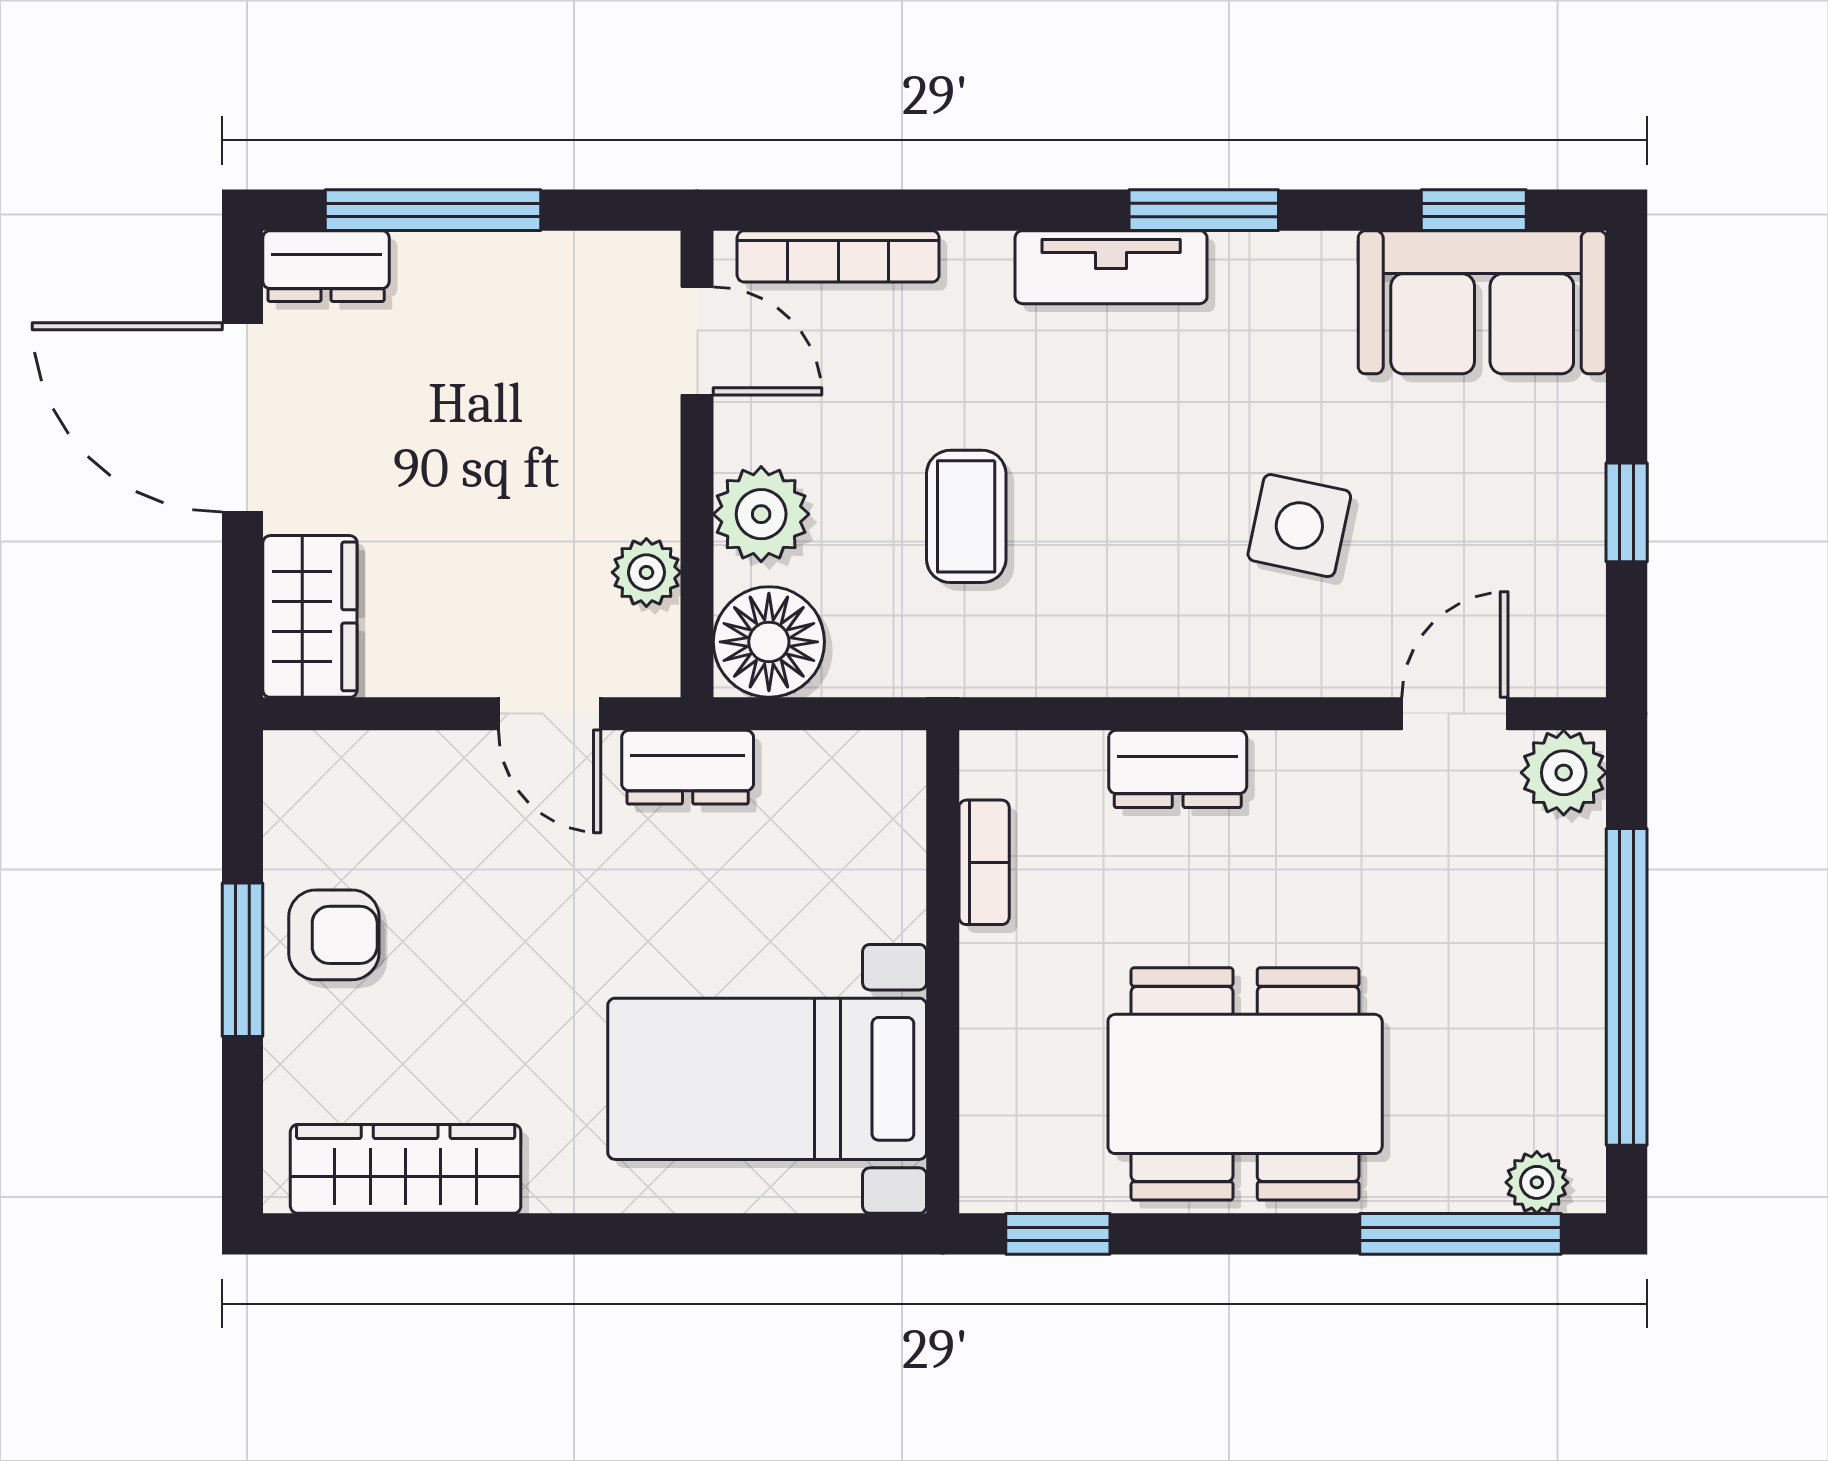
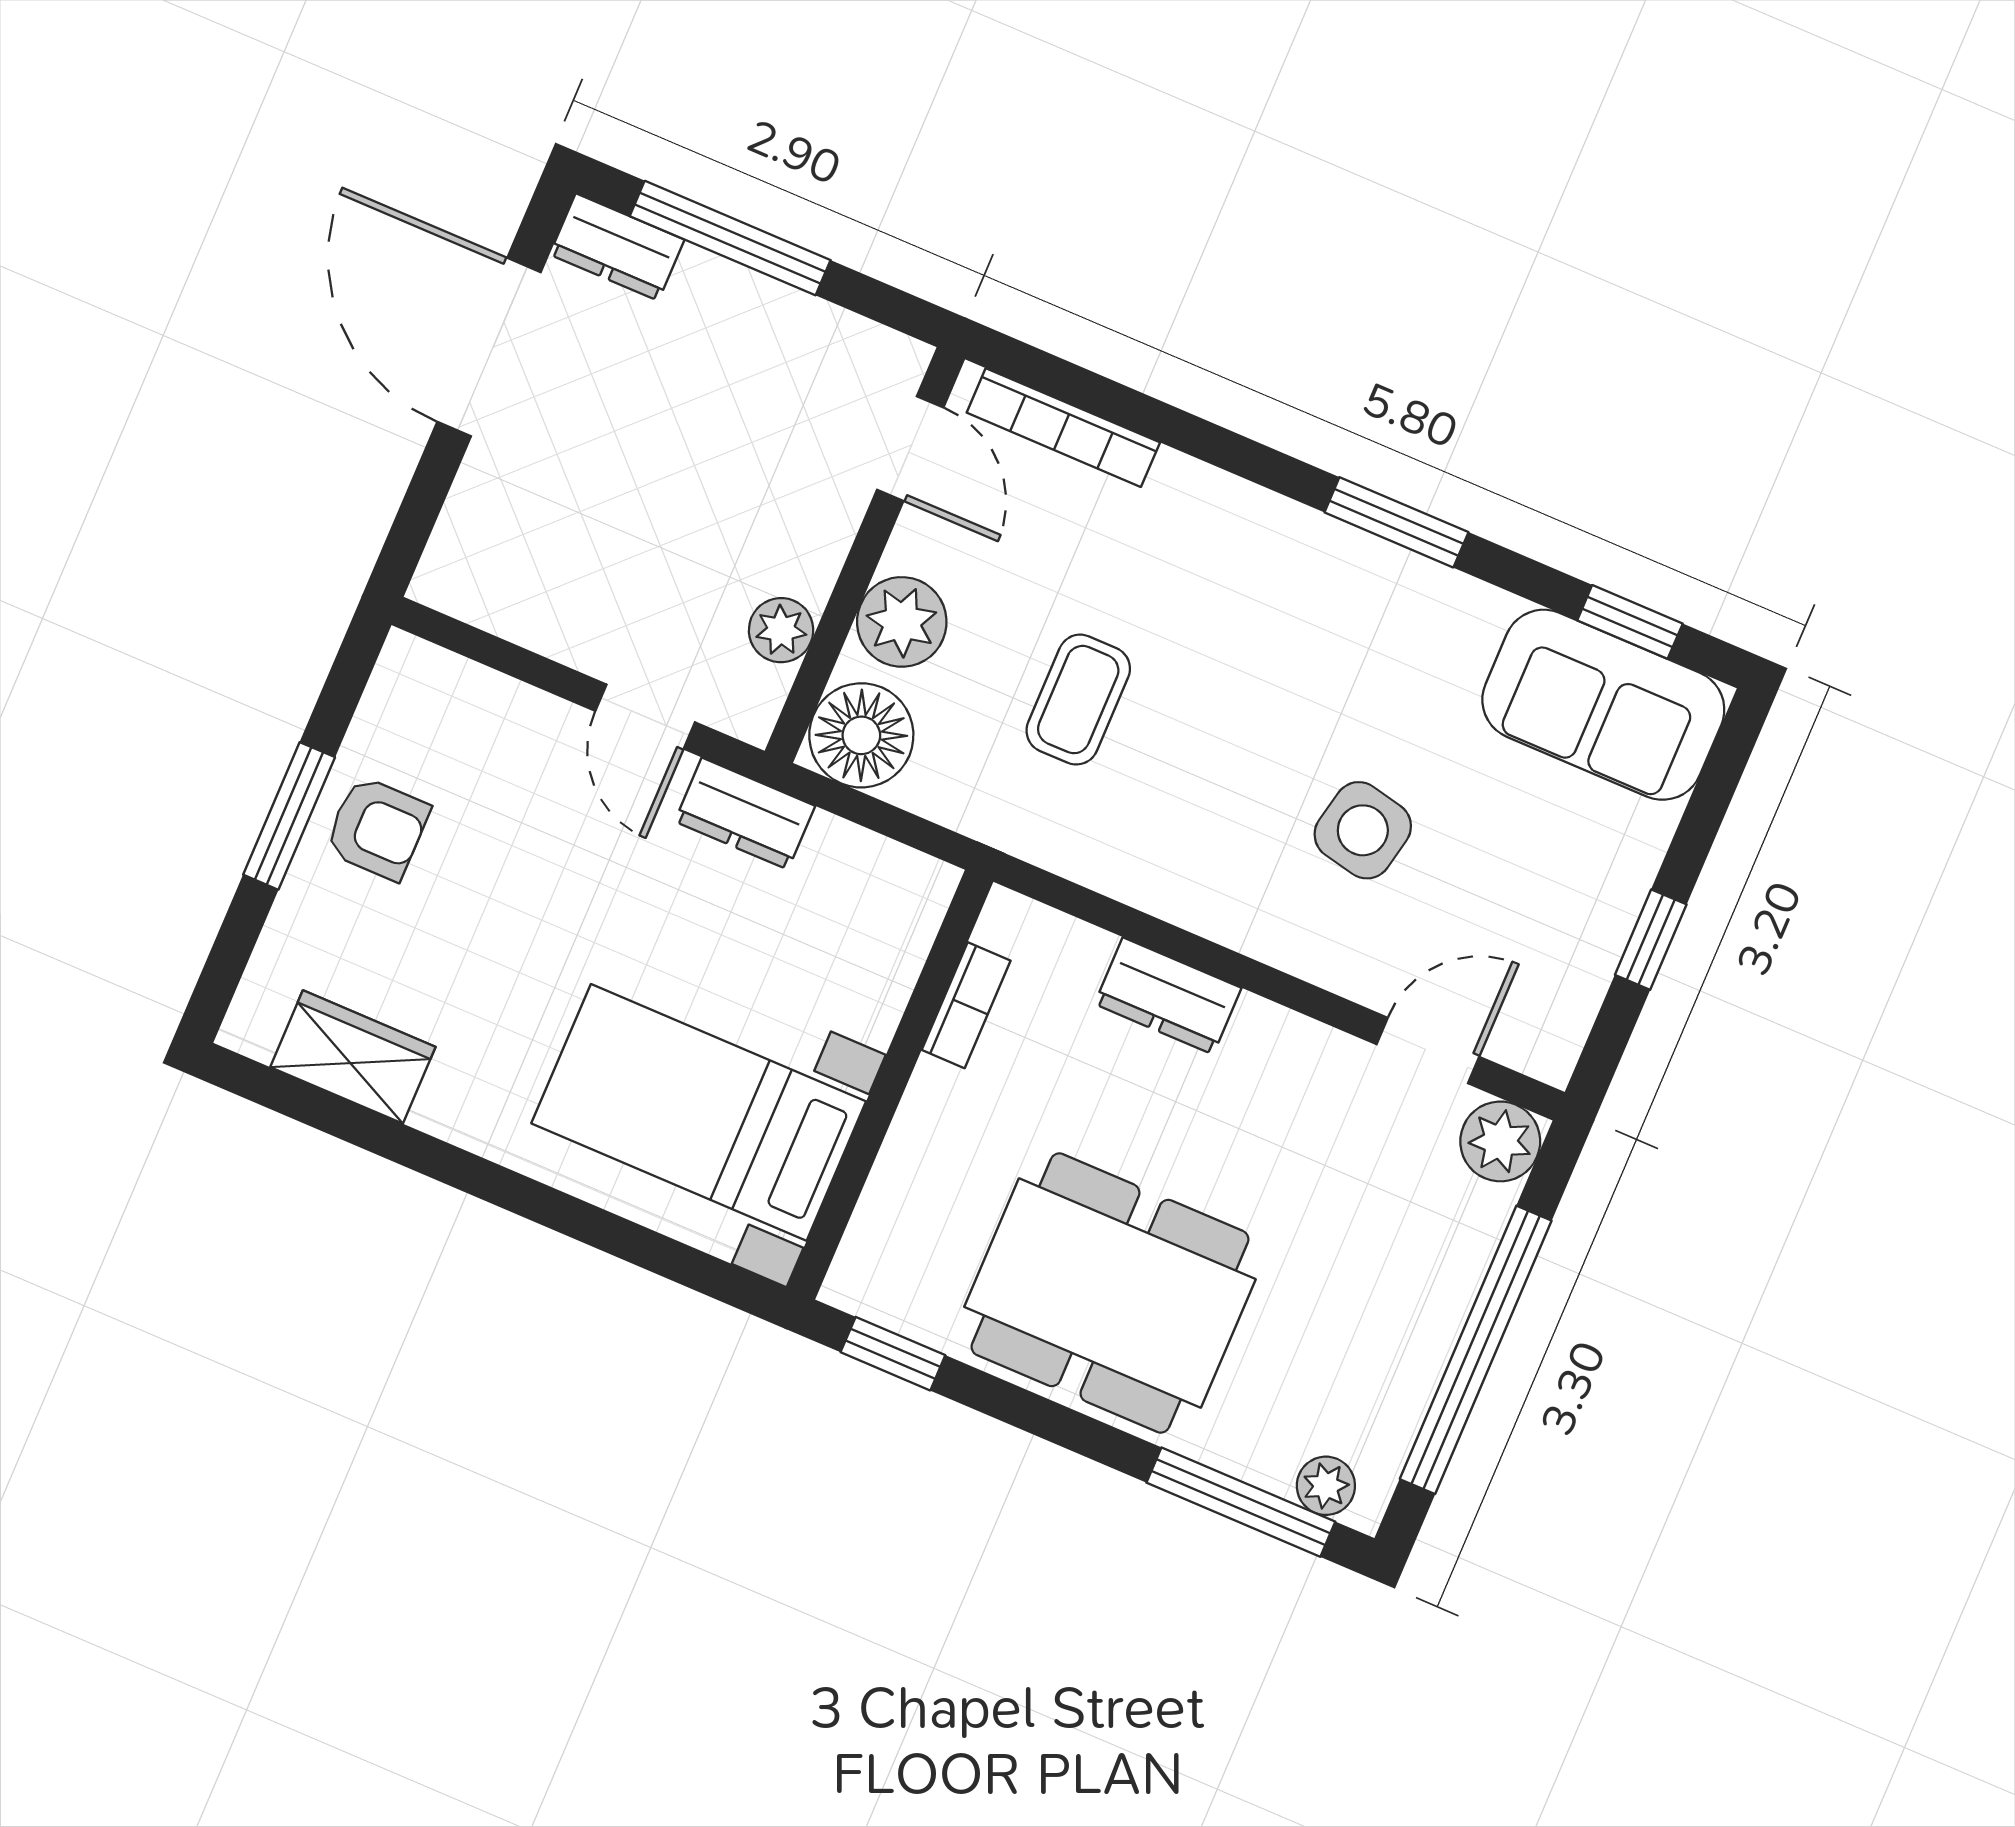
tv unit: (1111, 267) -> (1295, 537), removed
wardrobe: (310, 616) -> (474, 544), removed
wardrobe: (406, 1169) -> (353, 1057), width x0.67

